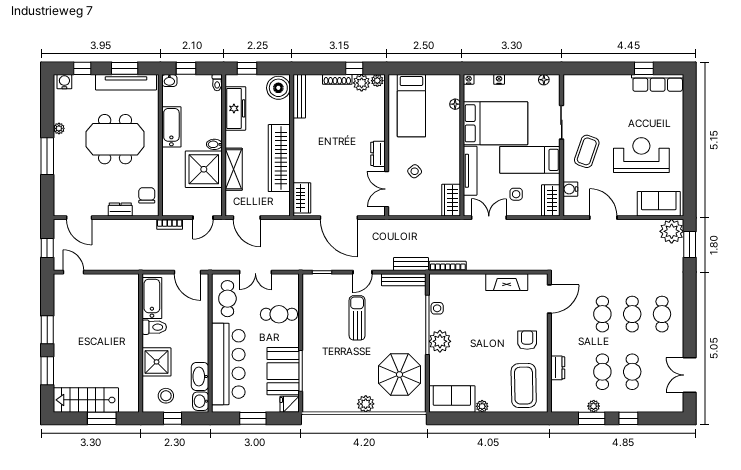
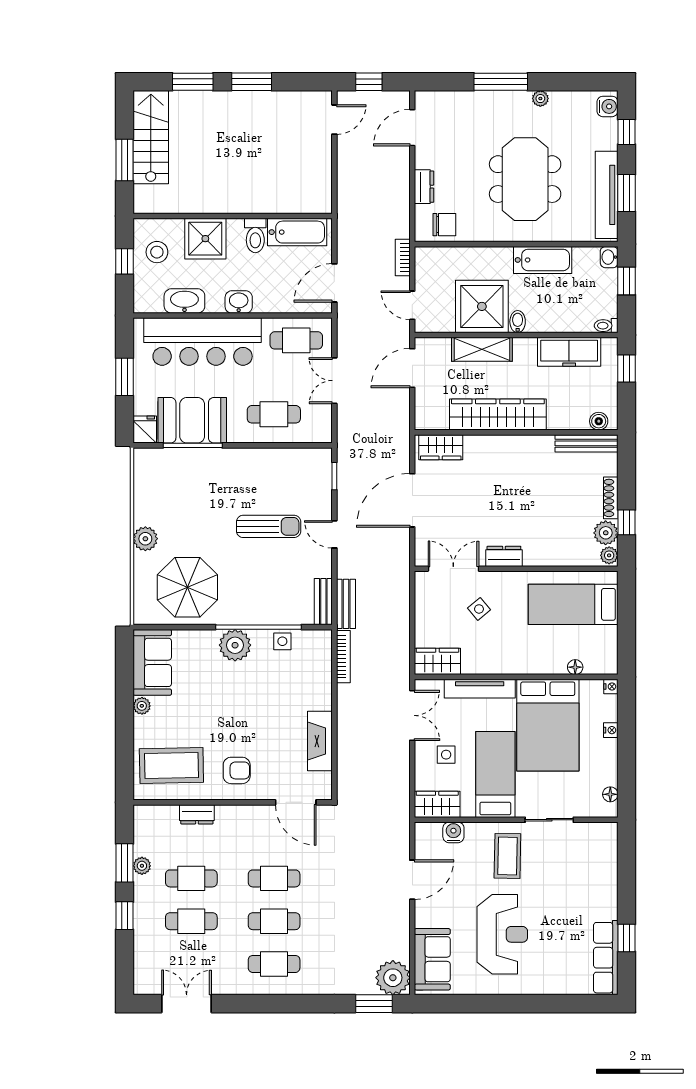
boiler: (278, 88) -> (599, 421), width x0.54, depth x0.54
coffee table: (587, 151) -> (507, 856), turned 72
bench: (404, 280) -> (323, 602), width x0.73
cafe table: (279, 314) -> (274, 414), turned 90
washbasin: (201, 401) -> (239, 302), moved

